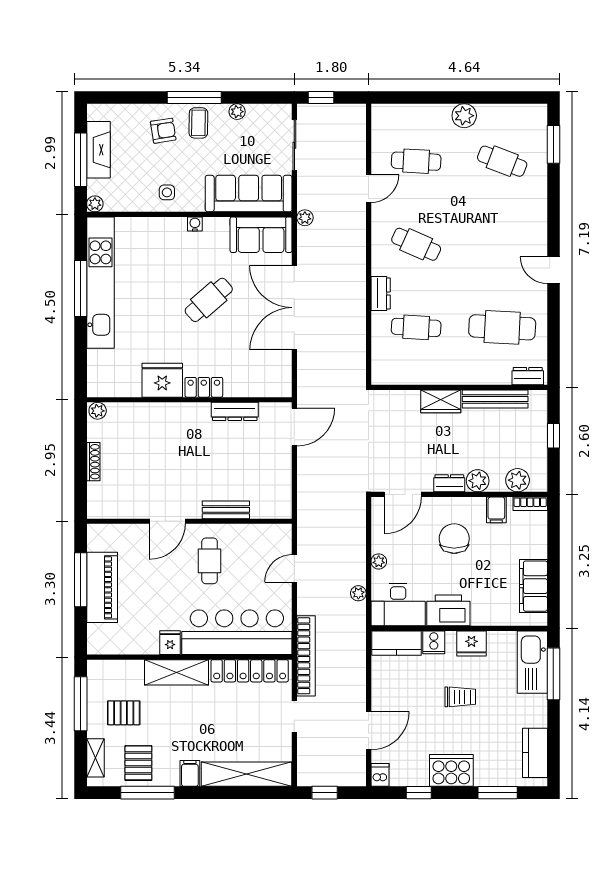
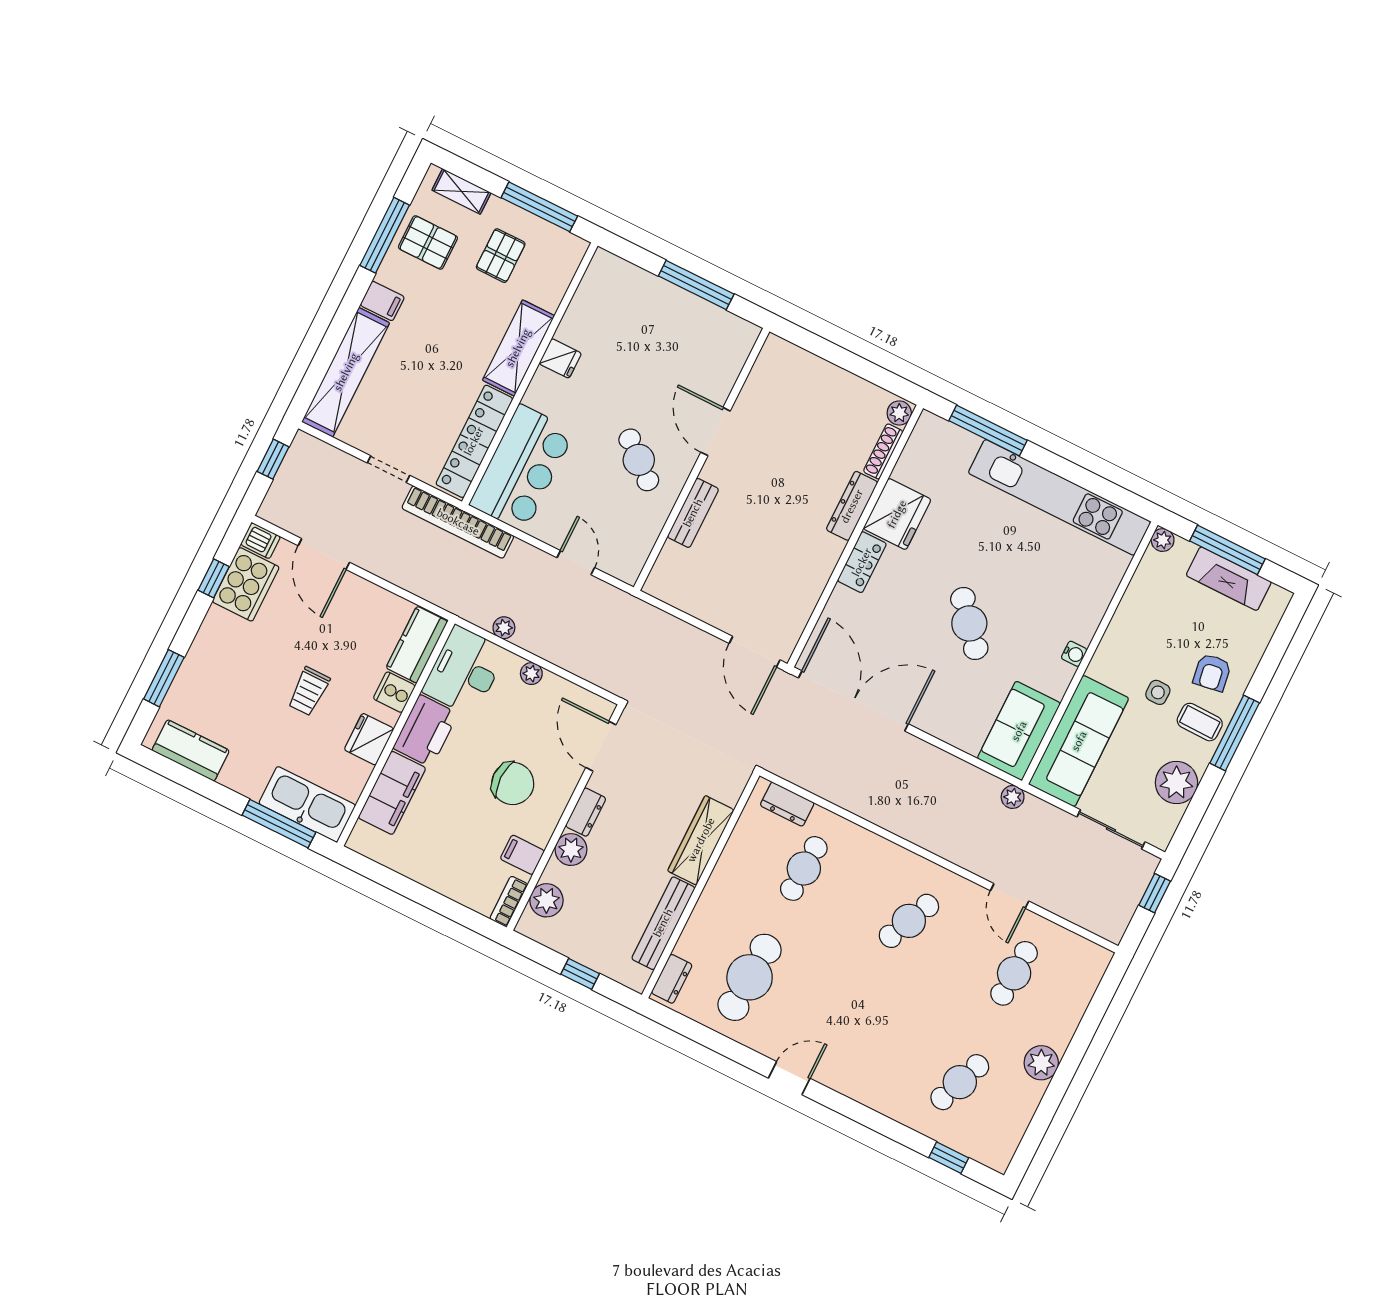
plant: (237, 112) -> (1176, 783), width x1.88, depth x1.88
window: (553, 144) -> (949, 1158), width x0.67
side table: (167, 192) -> (1158, 692), moved
window: (81, 288) -> (988, 430), moved
dresser: (381, 293) -> (787, 804), moved
double door: (294, 308) -> (853, 701), moved
wardrobe: (441, 401) -> (701, 840), width x1.50
dresser: (235, 411) -> (852, 506), moved
shoe rack: (93, 462) -> (883, 451), moved, turned 90
cafe table: (210, 561) -> (639, 460), turned 40
filing cabinet: (533, 586) -> (392, 793), moved, turned 90
piano: (102, 587) -> (673, 307), removed
bar counter: (237, 632) -> (522, 468), width x0.73
cooker: (451, 770) -> (246, 584), moved

